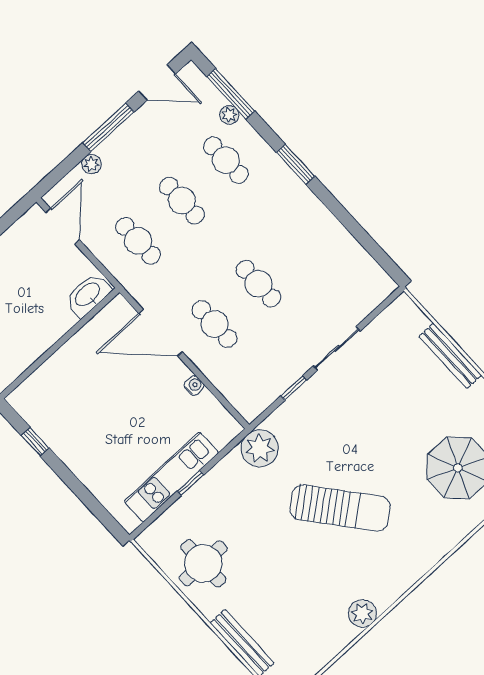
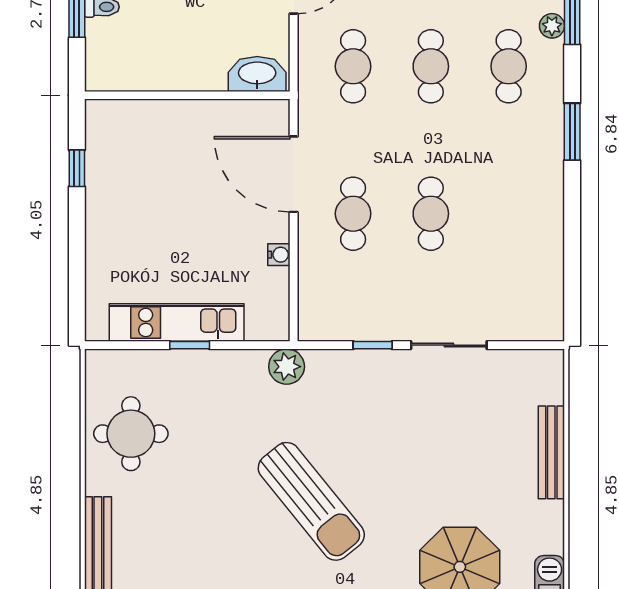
plant: (260, 448) -> (287, 367), width x0.73, depth x0.73

